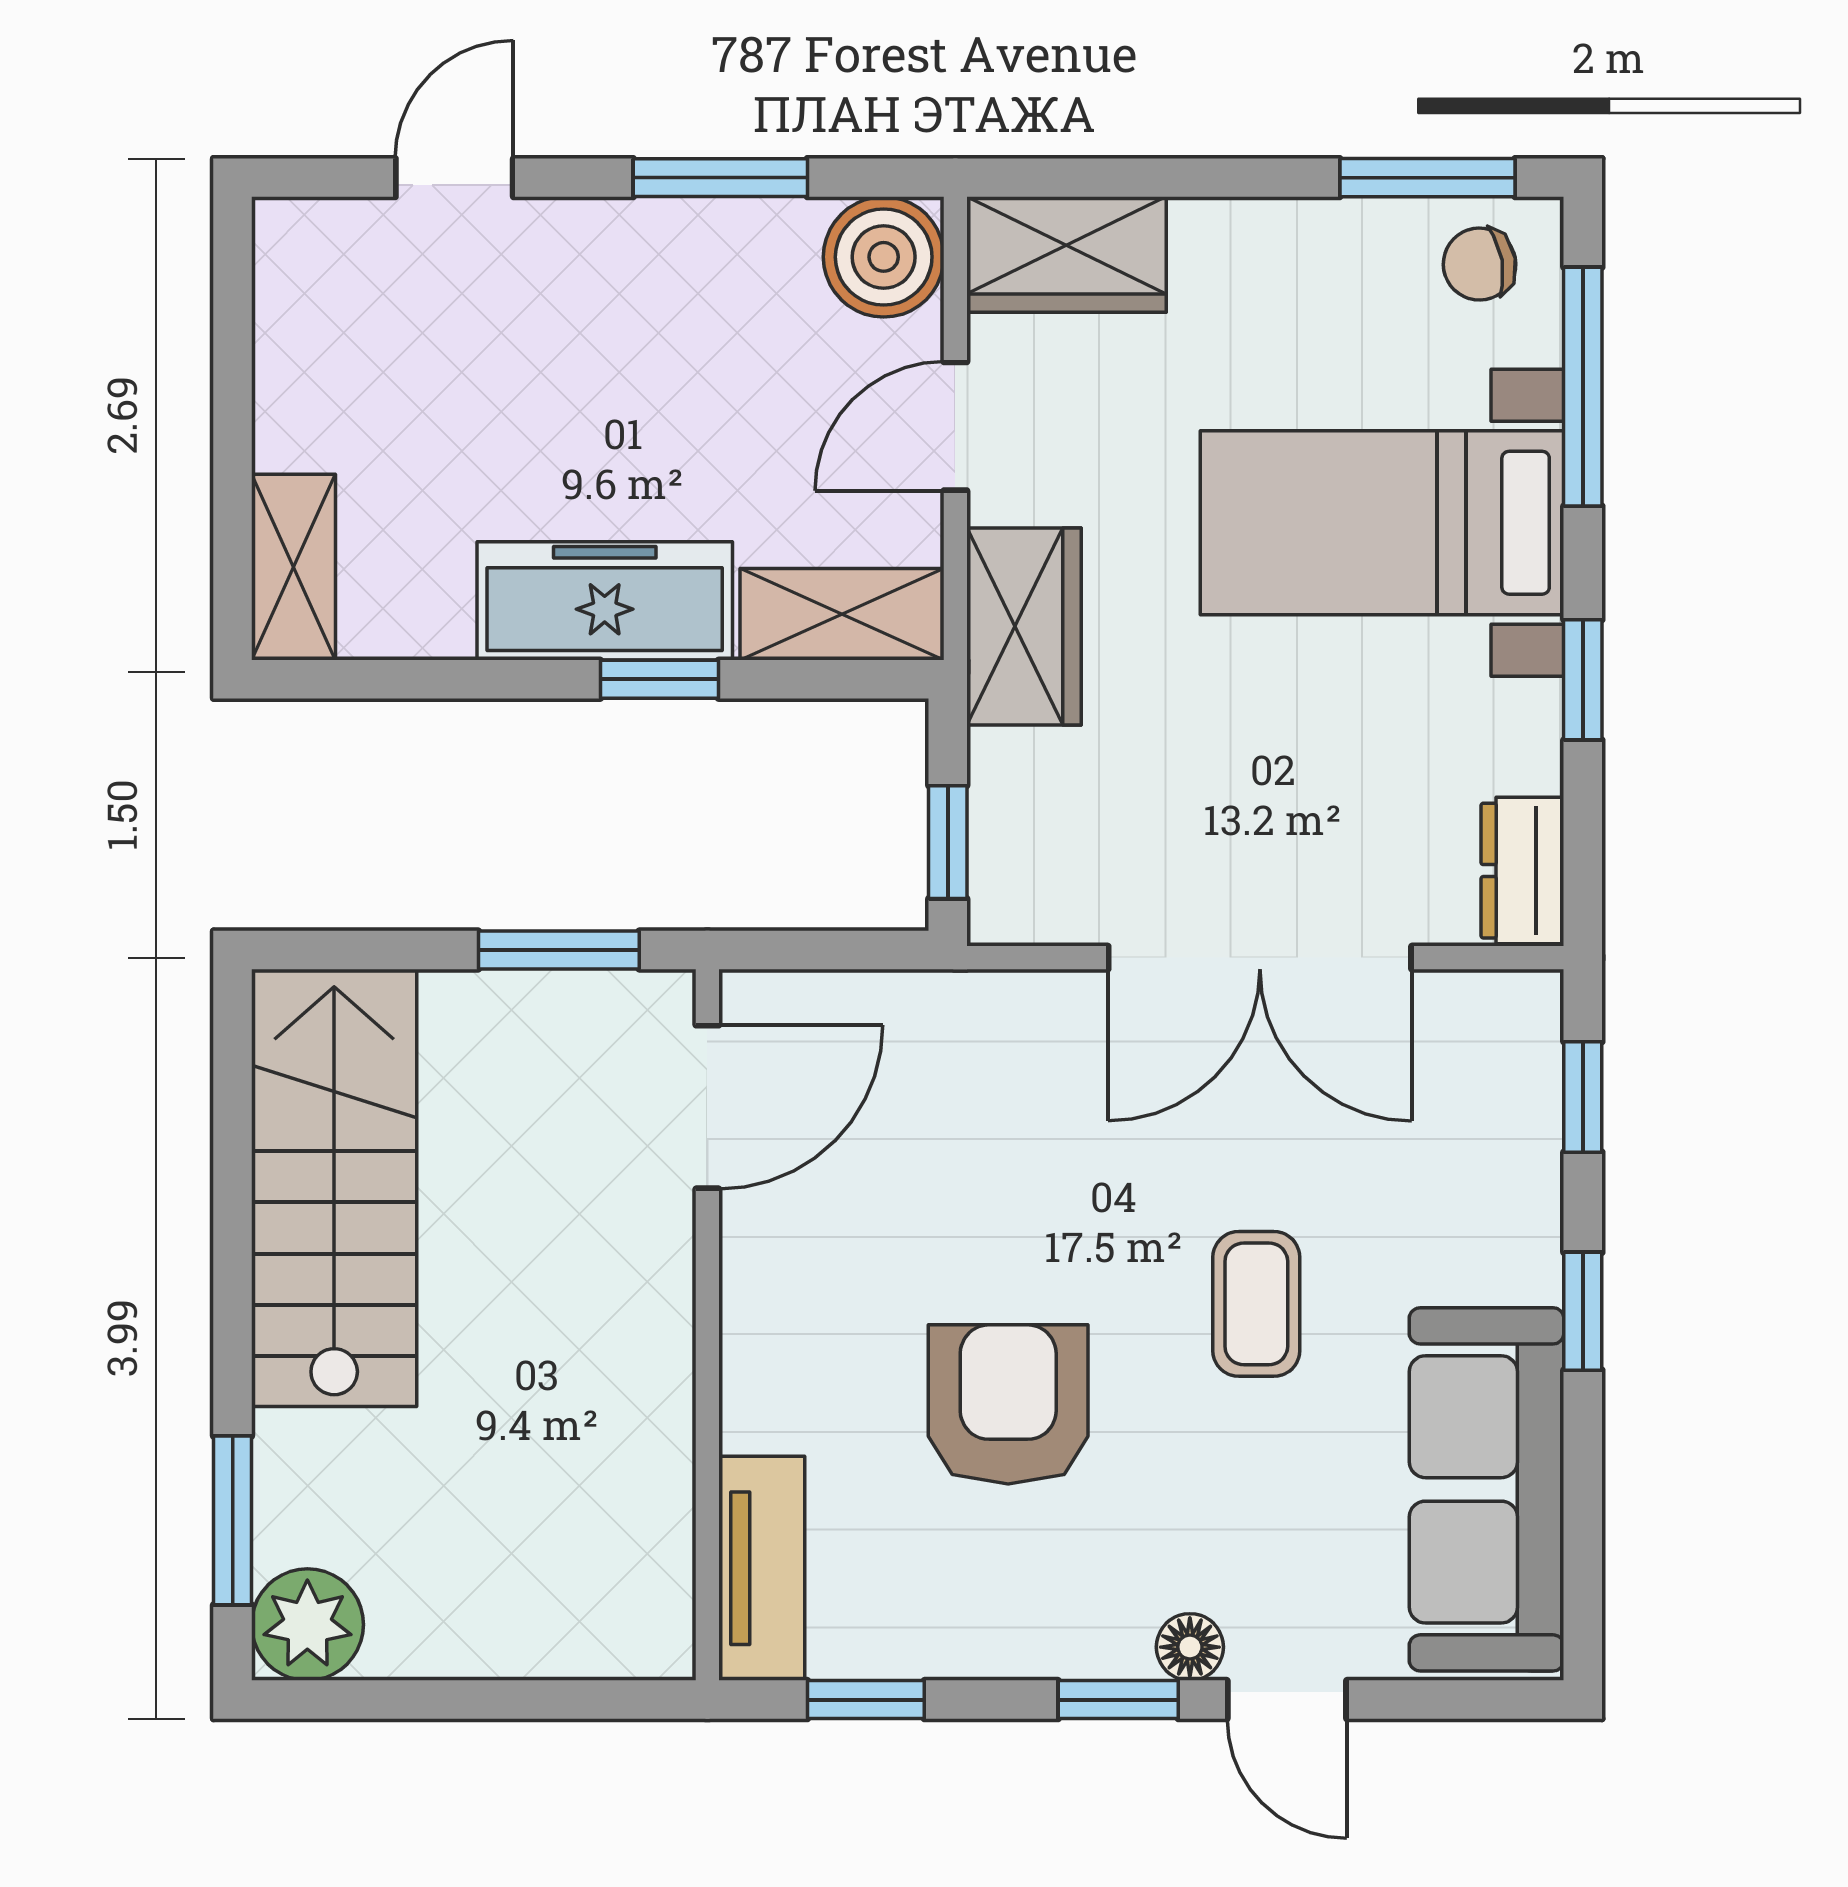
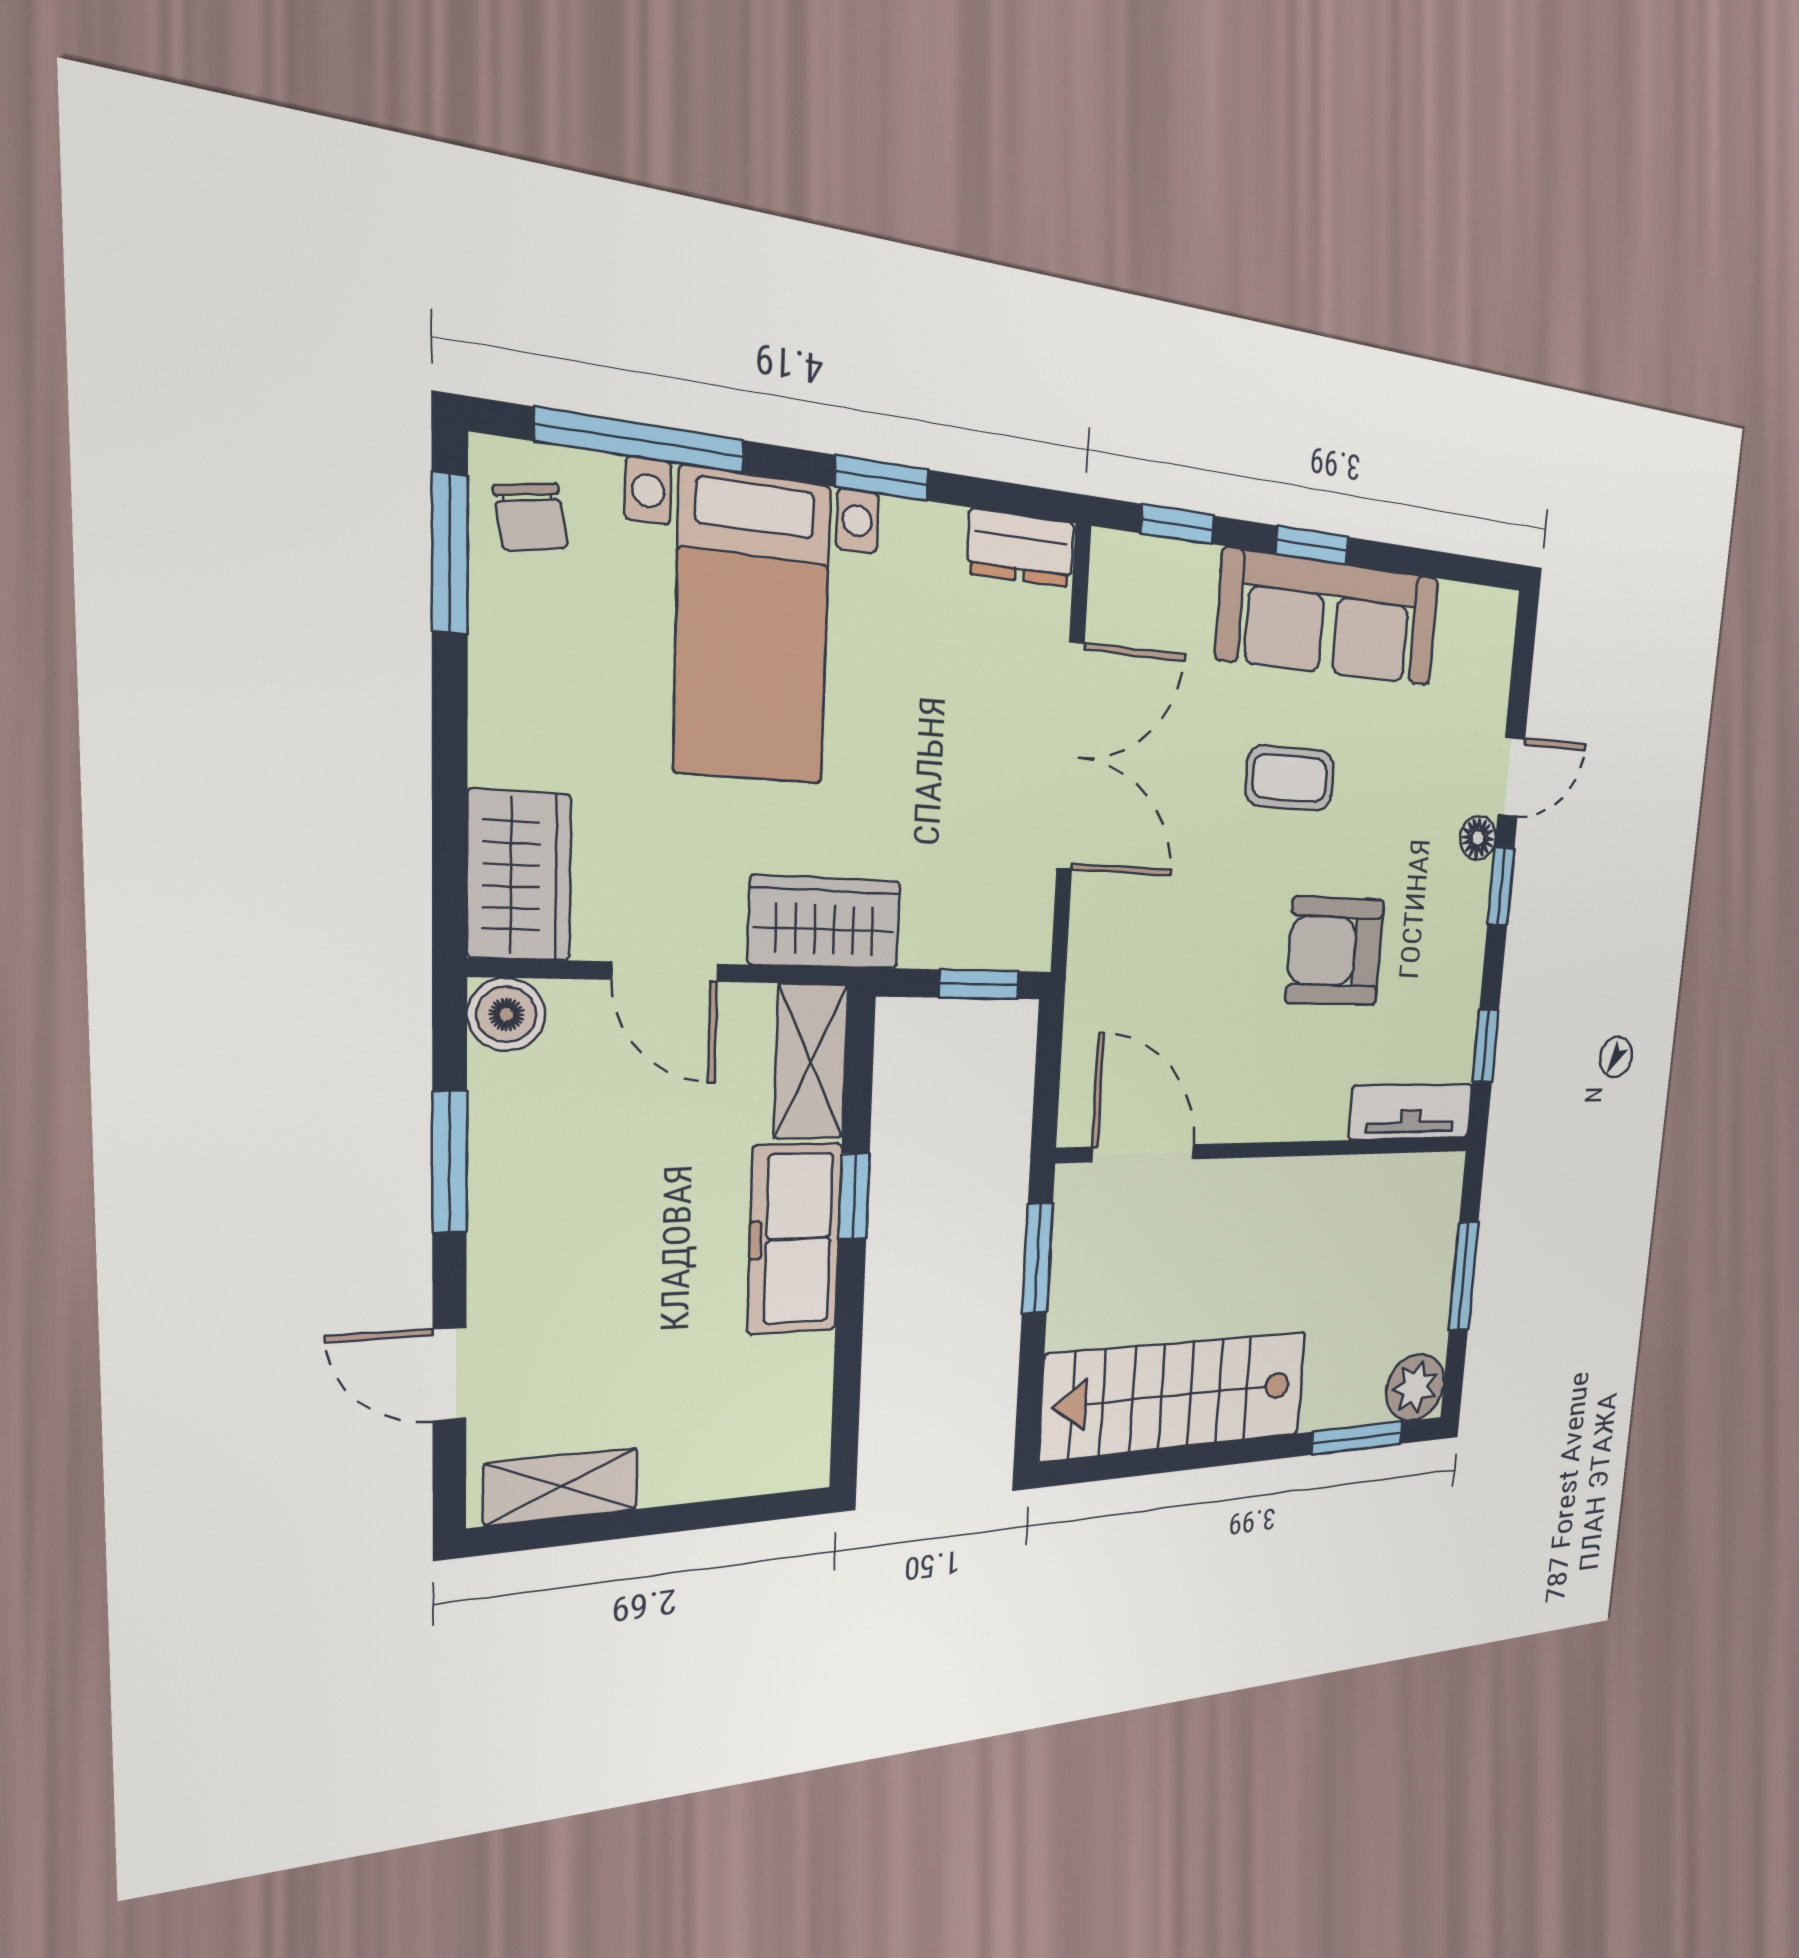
boiler: (884, 257) -> (506, 1014), width x0.73, depth x0.73
shelving: (293, 567) -> (561, 1487), moved
sofa: (1487, 1489) -> (1329, 618), moved
window: (489, 1700) -> (1464, 1276), added

